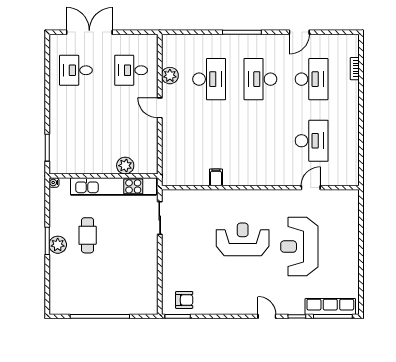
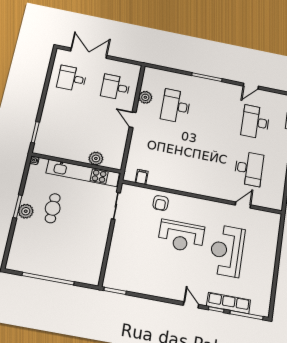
desk: (209, 79) -> (176, 106), turned 180
desk: (260, 79) -> (216, 114), removed
desk: (312, 79) -> (255, 122), turned 180
filing cabinet: (216, 177) -> (142, 177), moved
reception desk: (243, 239) -> (181, 236), turned 180
armchair: (184, 300) -> (161, 203), moved, turned 90
row of seats: (330, 307) -> (229, 303), moved

